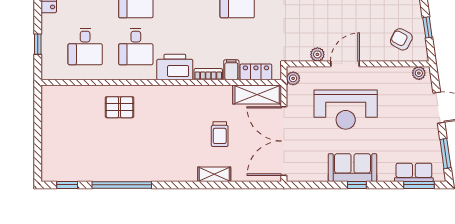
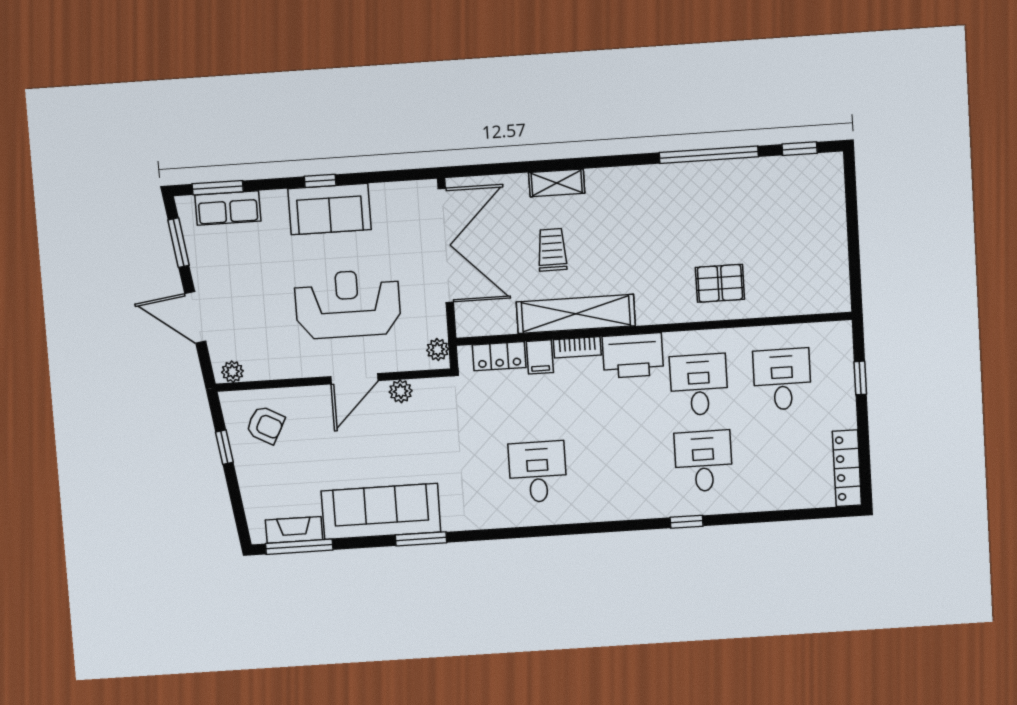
shelving: (257, 95) -> (576, 314), moved, width x1.47

